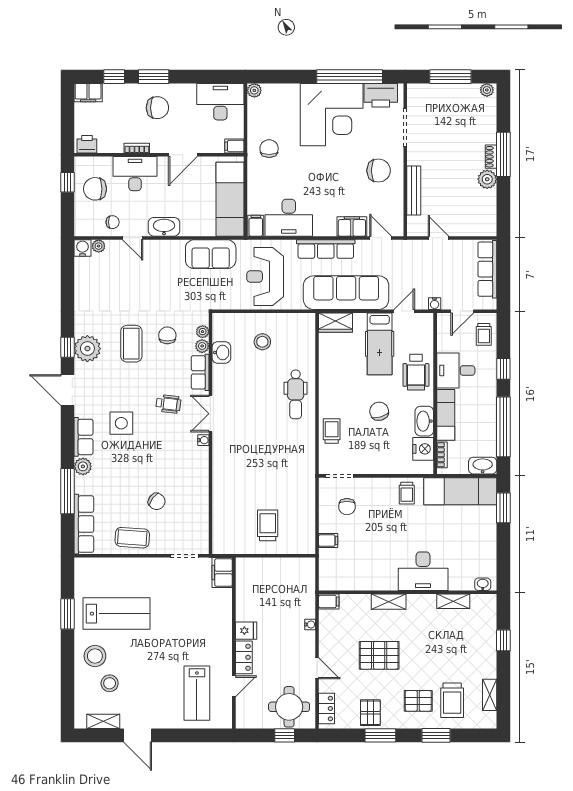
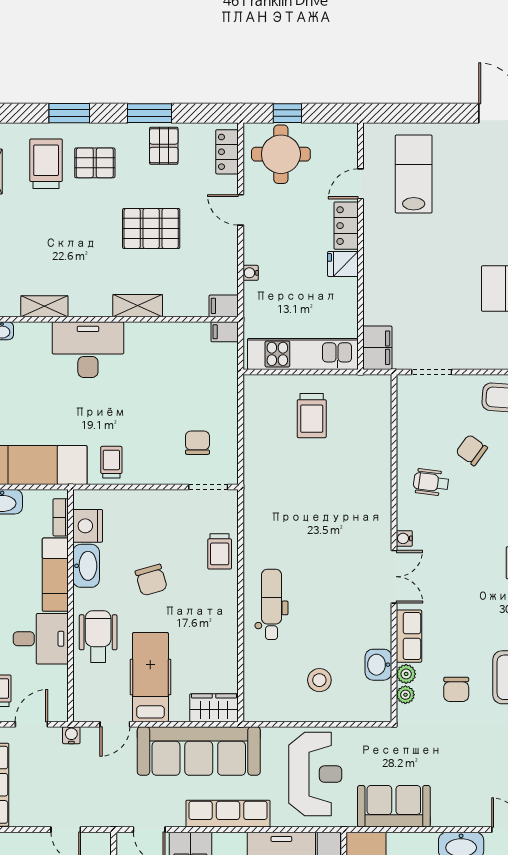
wheelchair: (168, 404) -> (431, 482), moved
filing cabinet: (328, 541) -> (225, 332), moved
kitchen unit: (274, 568) -> (303, 354), added

